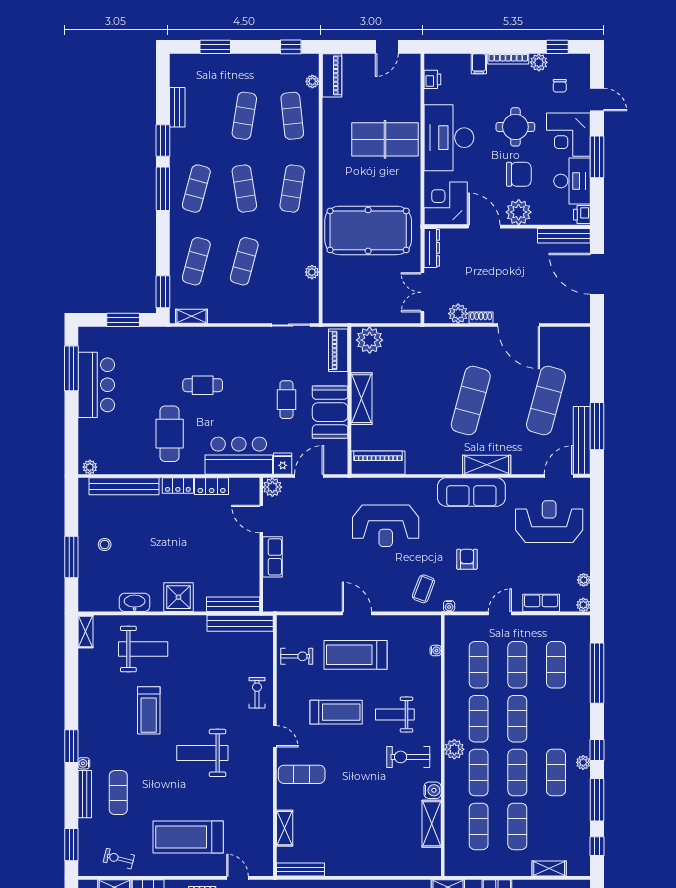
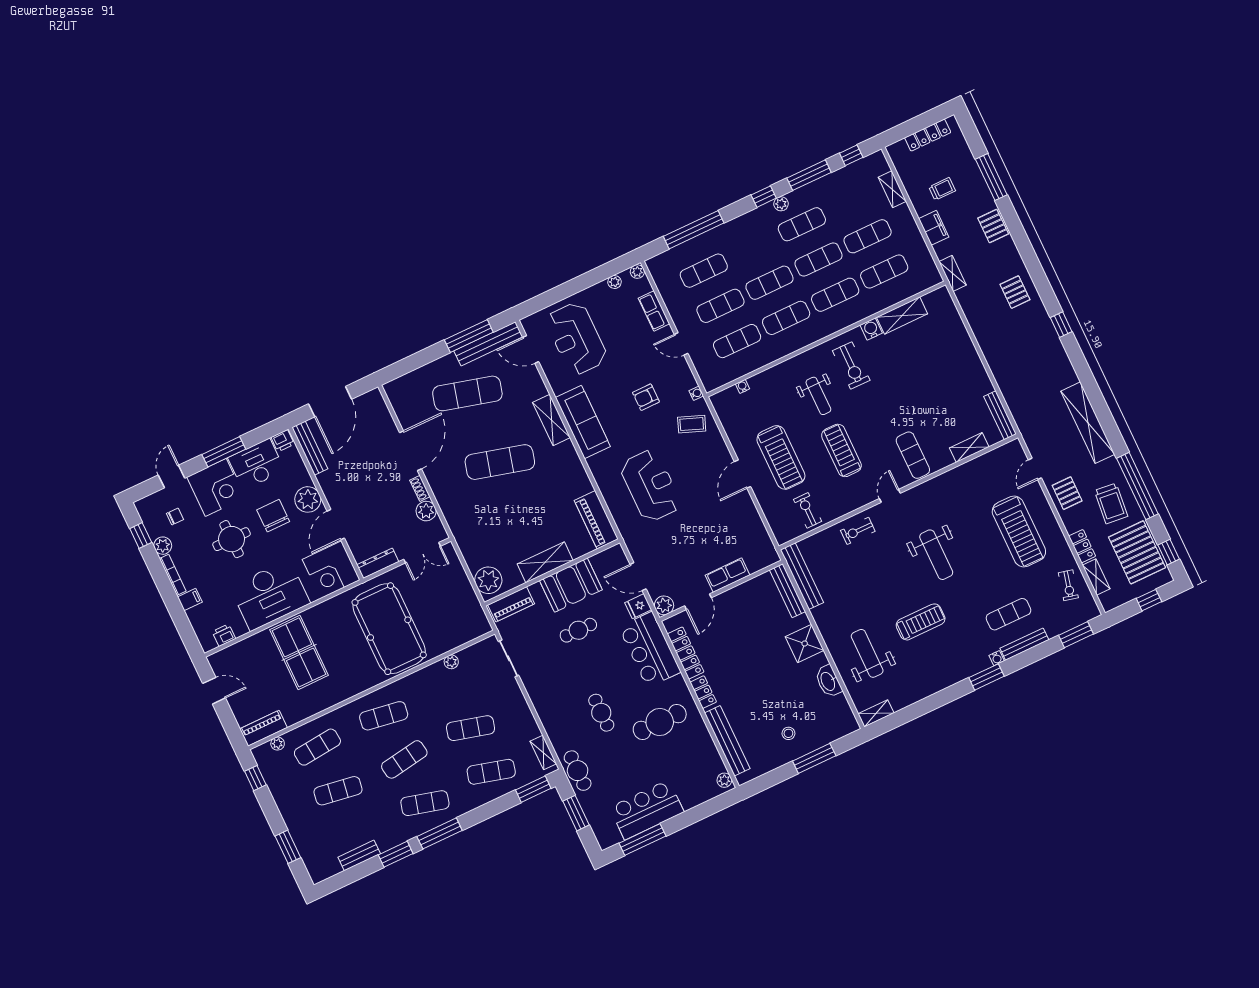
cafe table: (161, 339) -> (578, 771), added
locker: (212, 486) -> (686, 653), width x1.53
plant: (454, 749) -> (824, 327), removed

